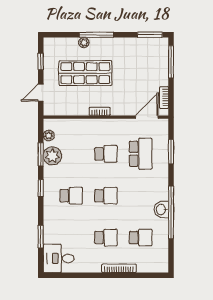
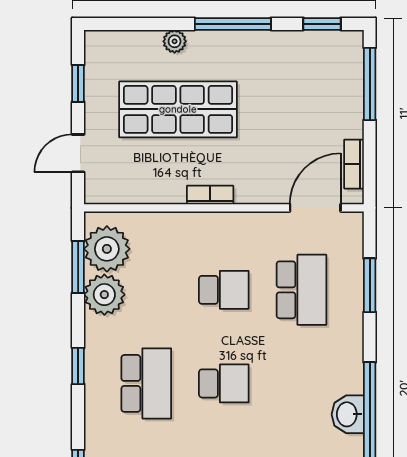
window: (96, 35) -> (233, 24), moved
window: (150, 35) -> (322, 24), width x0.67
plant: (49, 135) -> (107, 249), width x1.87, depth x1.87
window: (41, 154) -> (78, 267), moved
school desk: (71, 196) -> (146, 383), width x1.85

